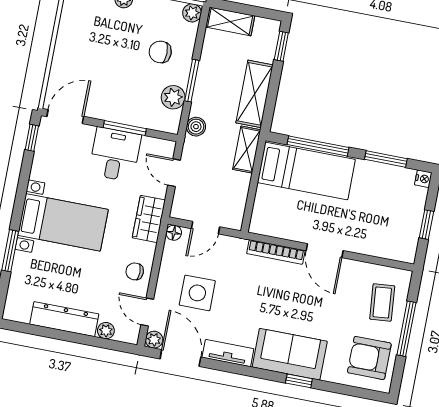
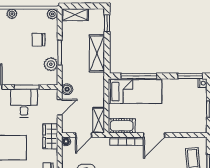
boiler: (196, 127) -> (67, 89), moved
shelving: (247, 150) -> (99, 120), moved
window: (386, 159) -> (190, 76), moved
door: (174, 173) -> (60, 107), swing flipped
cot: (273, 224) -> (122, 126), added
door: (325, 251) -> (154, 135), hinge flipped

